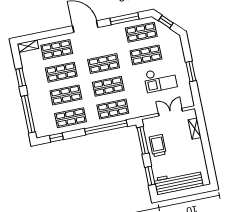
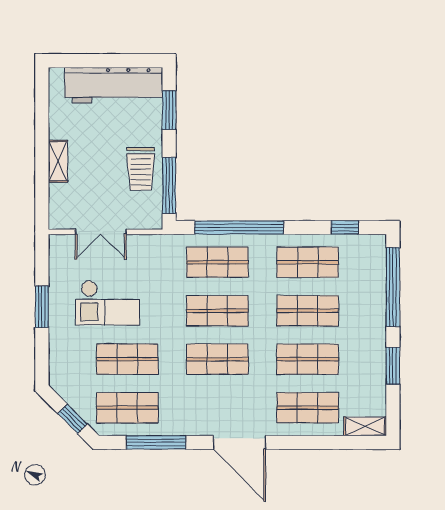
checkout: (160, 80) -> (108, 303), turned 180
shelving: (195, 129) -> (58, 161), moved

